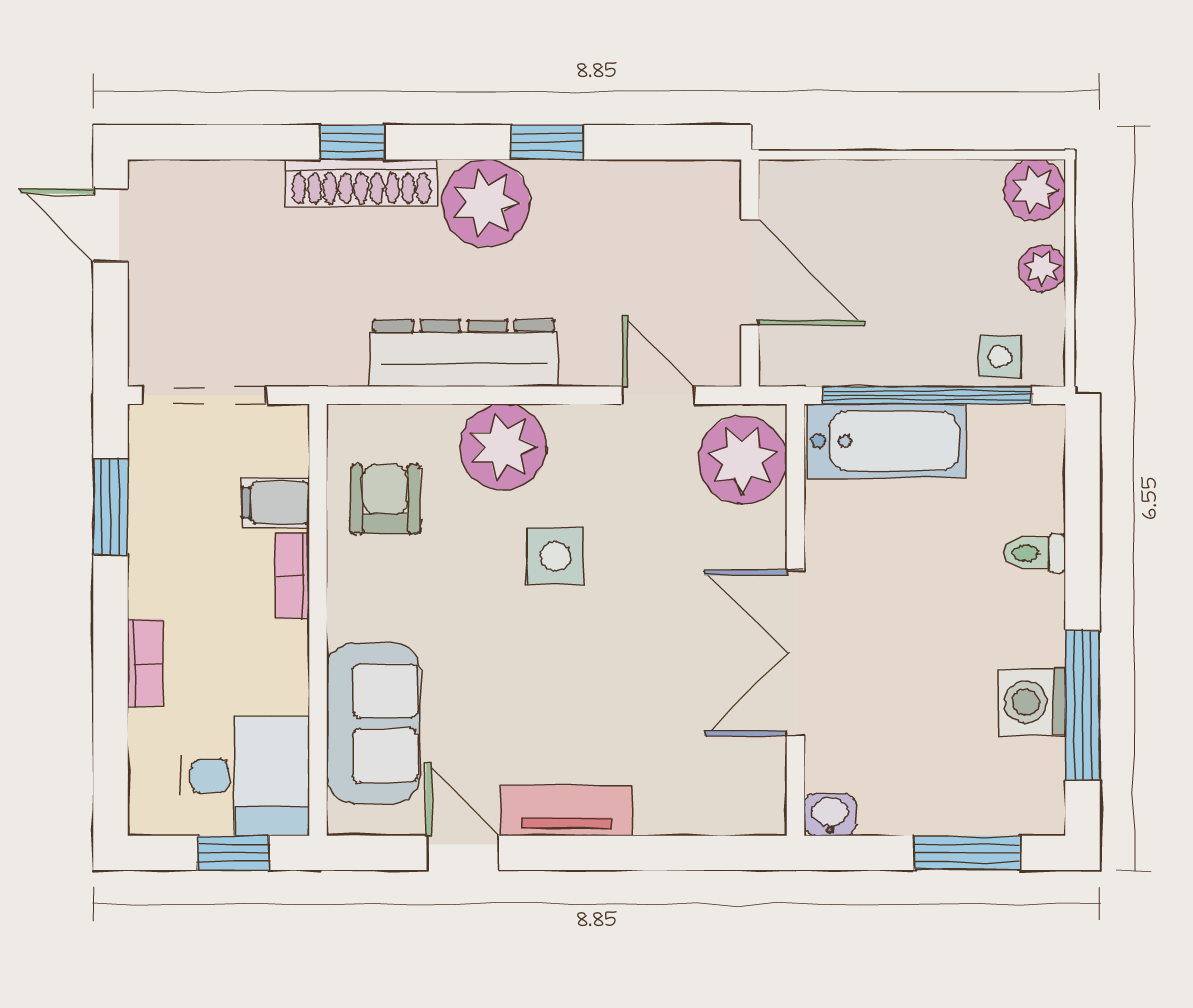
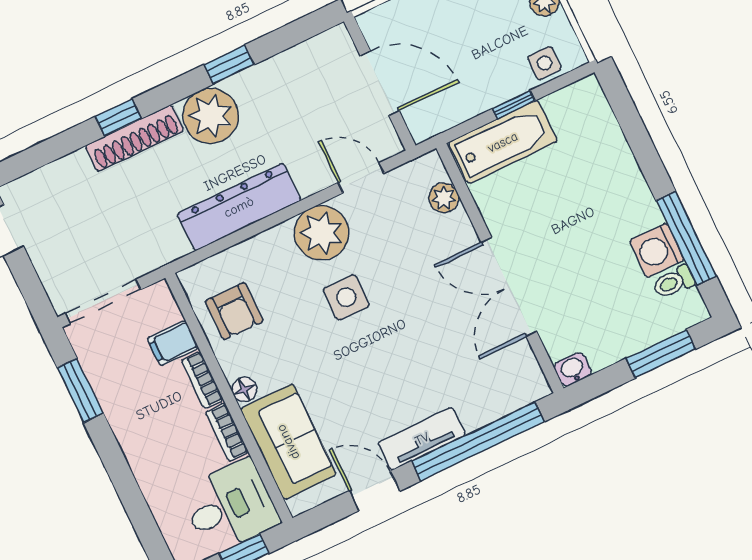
window: (927, 395) -> (514, 105), width x0.32
plant: (503, 447) -> (322, 233), moved
plant: (743, 460) -> (444, 198), width x0.53, depth x0.53
armchair: (385, 499) -> (234, 311), turned 180
toilet: (1035, 553) -> (674, 282), moved
floor lamp: (346, 618) -> (244, 390), added
bookcase: (145, 663) -> (227, 432), moved, turned 180
window: (645, 853) -> (478, 441), added

